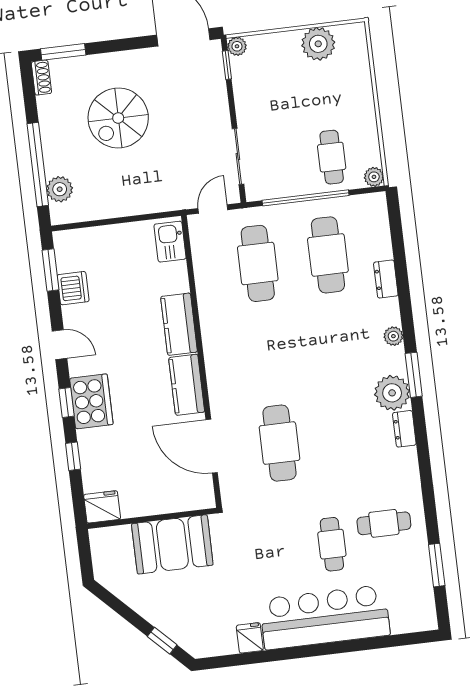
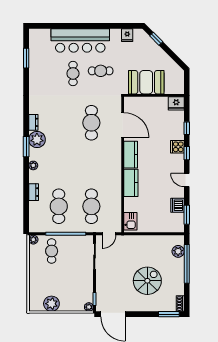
cooker: (91, 401) -> (177, 147), width x0.53, depth x0.76
cafe table: (384, 523) -> (101, 71), moved
fridge: (250, 638) -> (127, 35), moved

